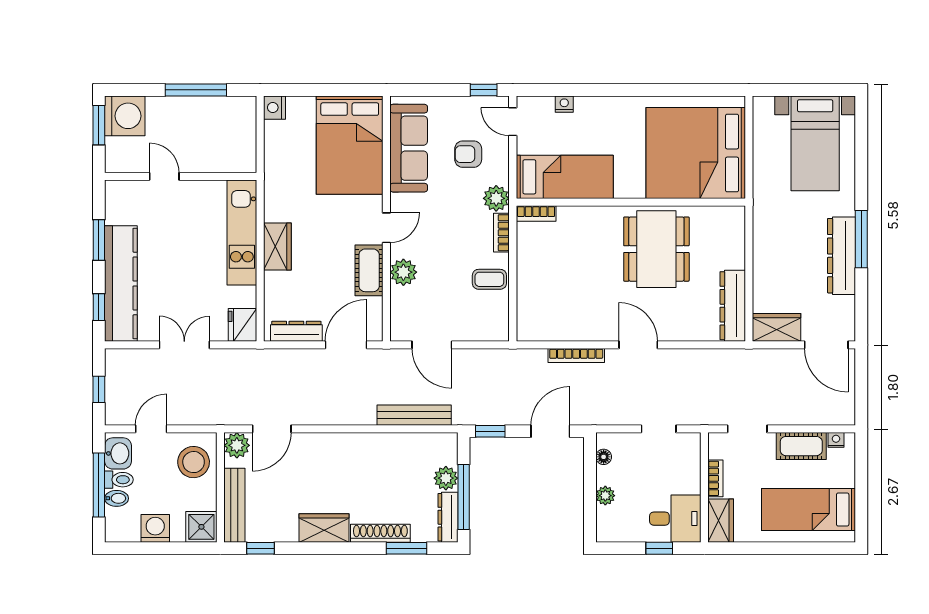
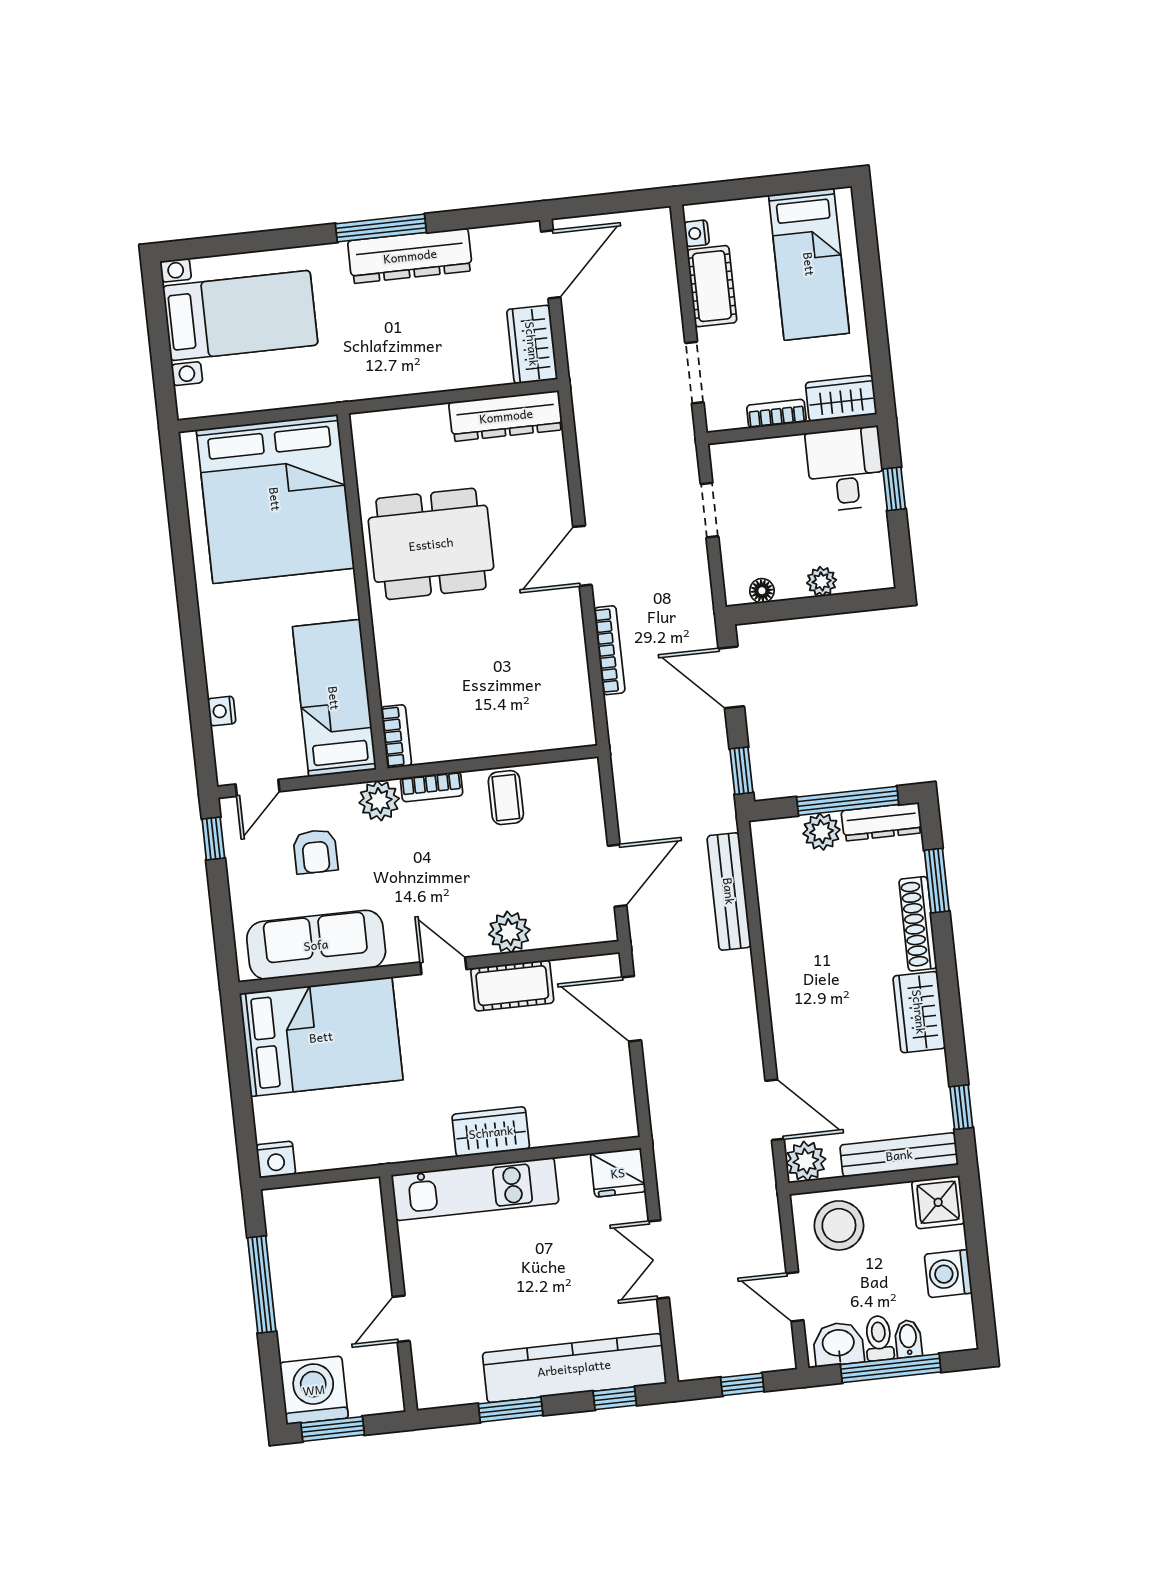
dresser: (296, 331) -> (619, 1088), removed

